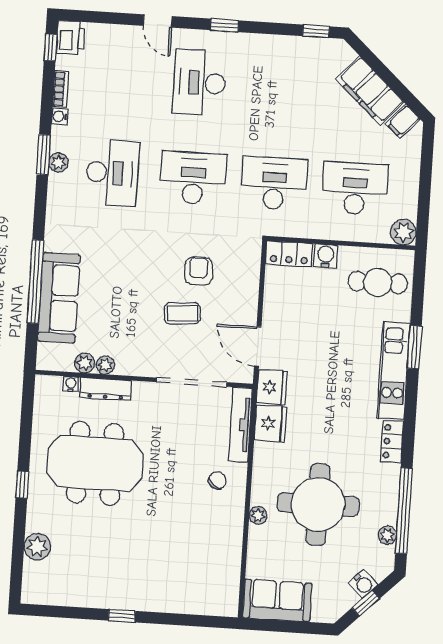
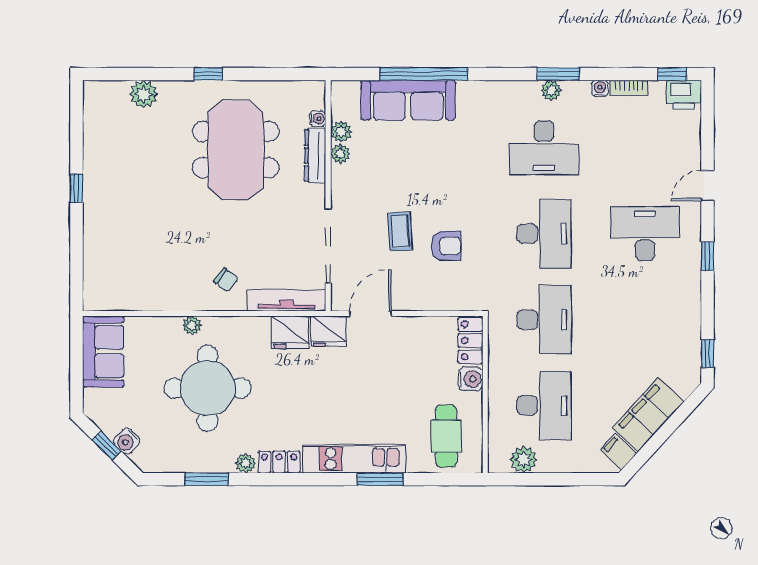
plant: (403, 232) -> (524, 460), moved
window: (404, 511) -> (207, 479), width x0.47
plant: (387, 535) -> (246, 463), moved

